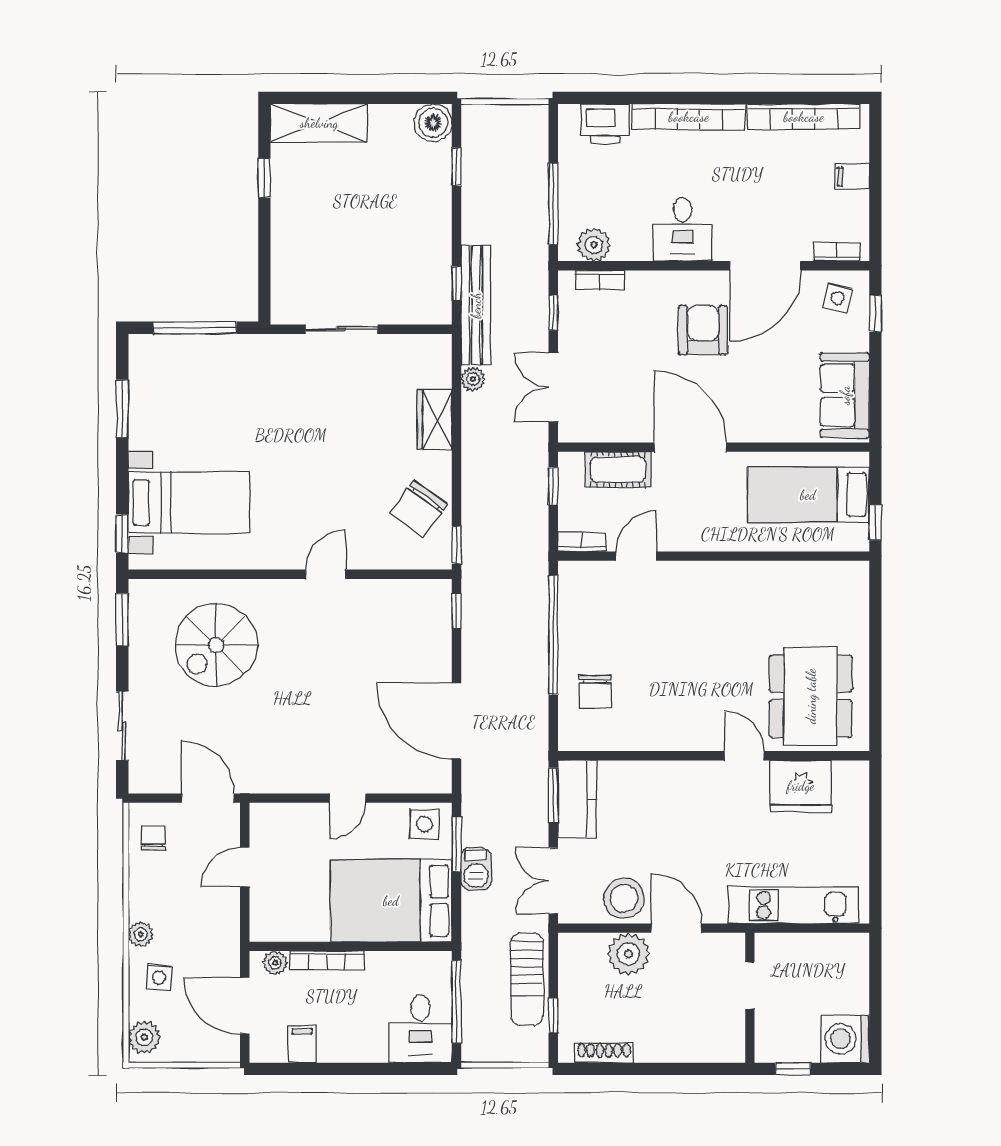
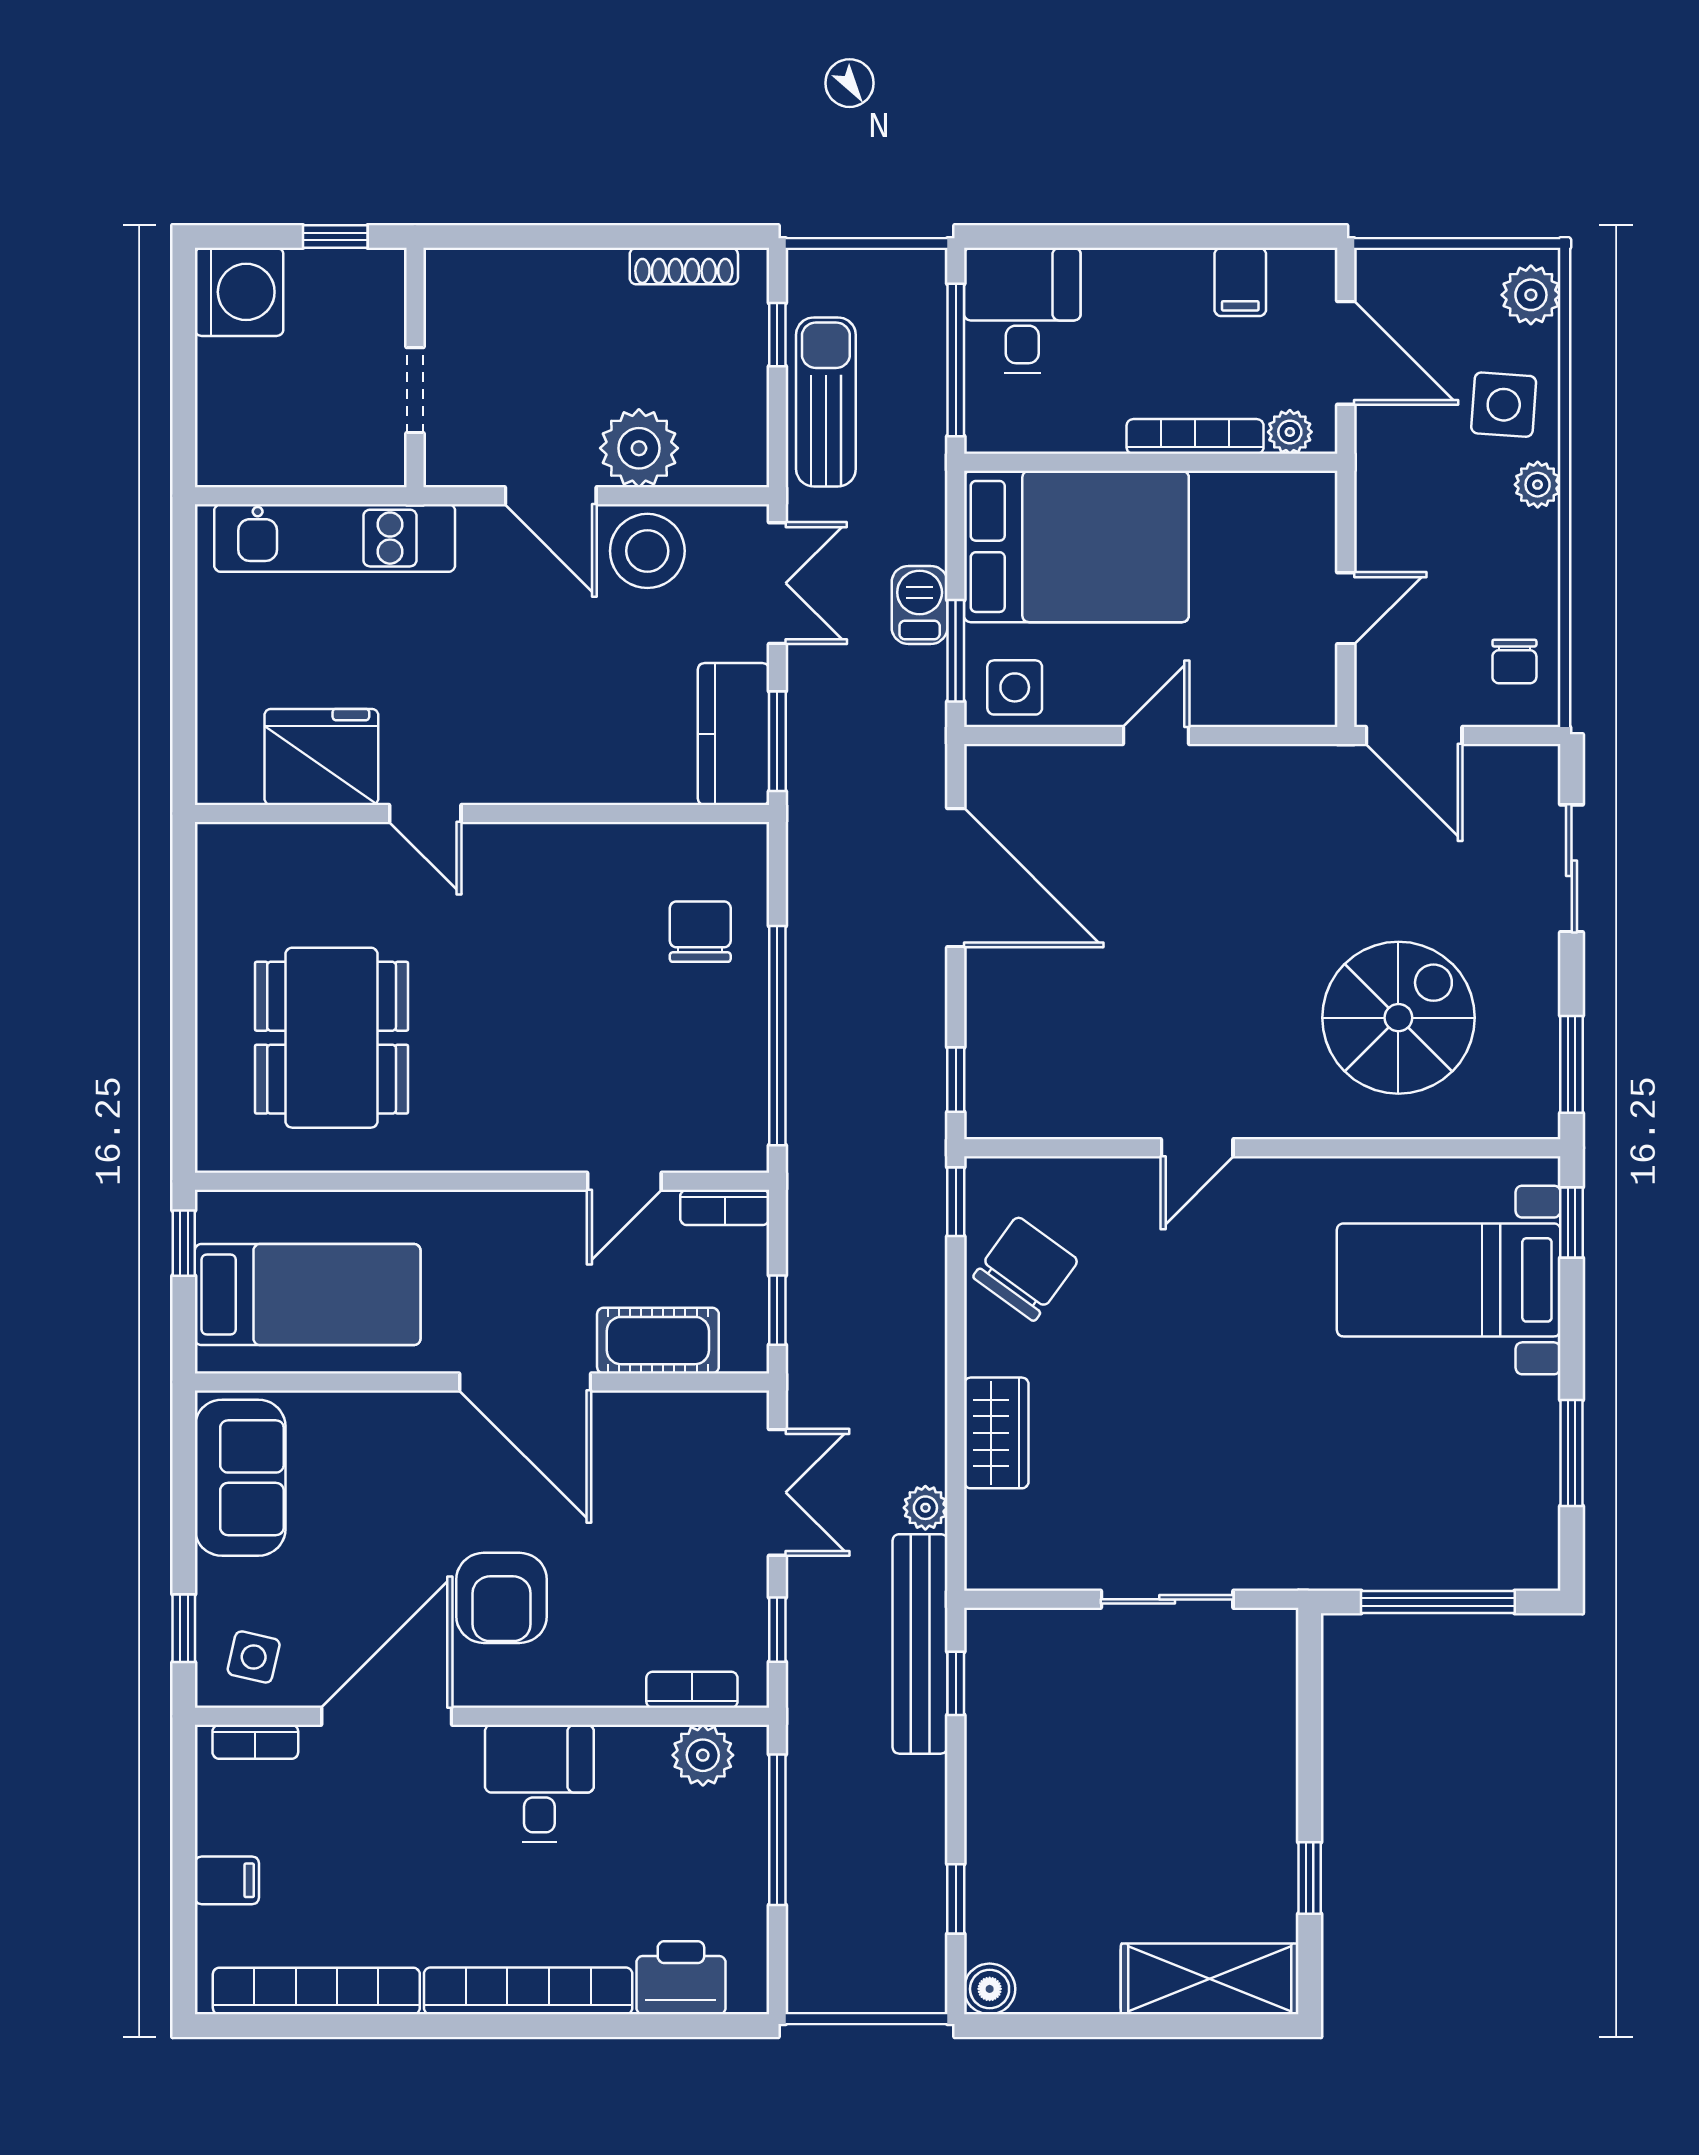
boiler: (433, 123) -> (990, 1989), width x0.73, depth x0.73
dining table: (811, 696) -> (332, 1038), moved
side table: (159, 978) -> (1504, 405), width x1.37, depth x1.37

